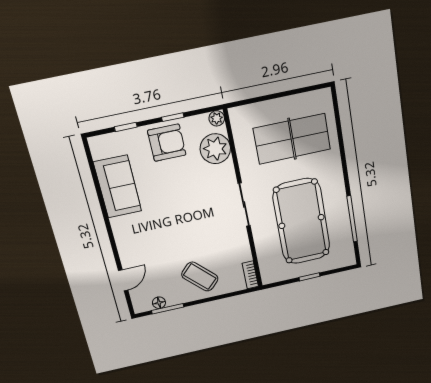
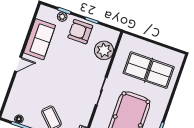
plant: (217, 118) -> (62, 17), moved
armchair: (167, 143) -> (80, 32), turned 180
door: (123, 280) -> (18, 64), moved

